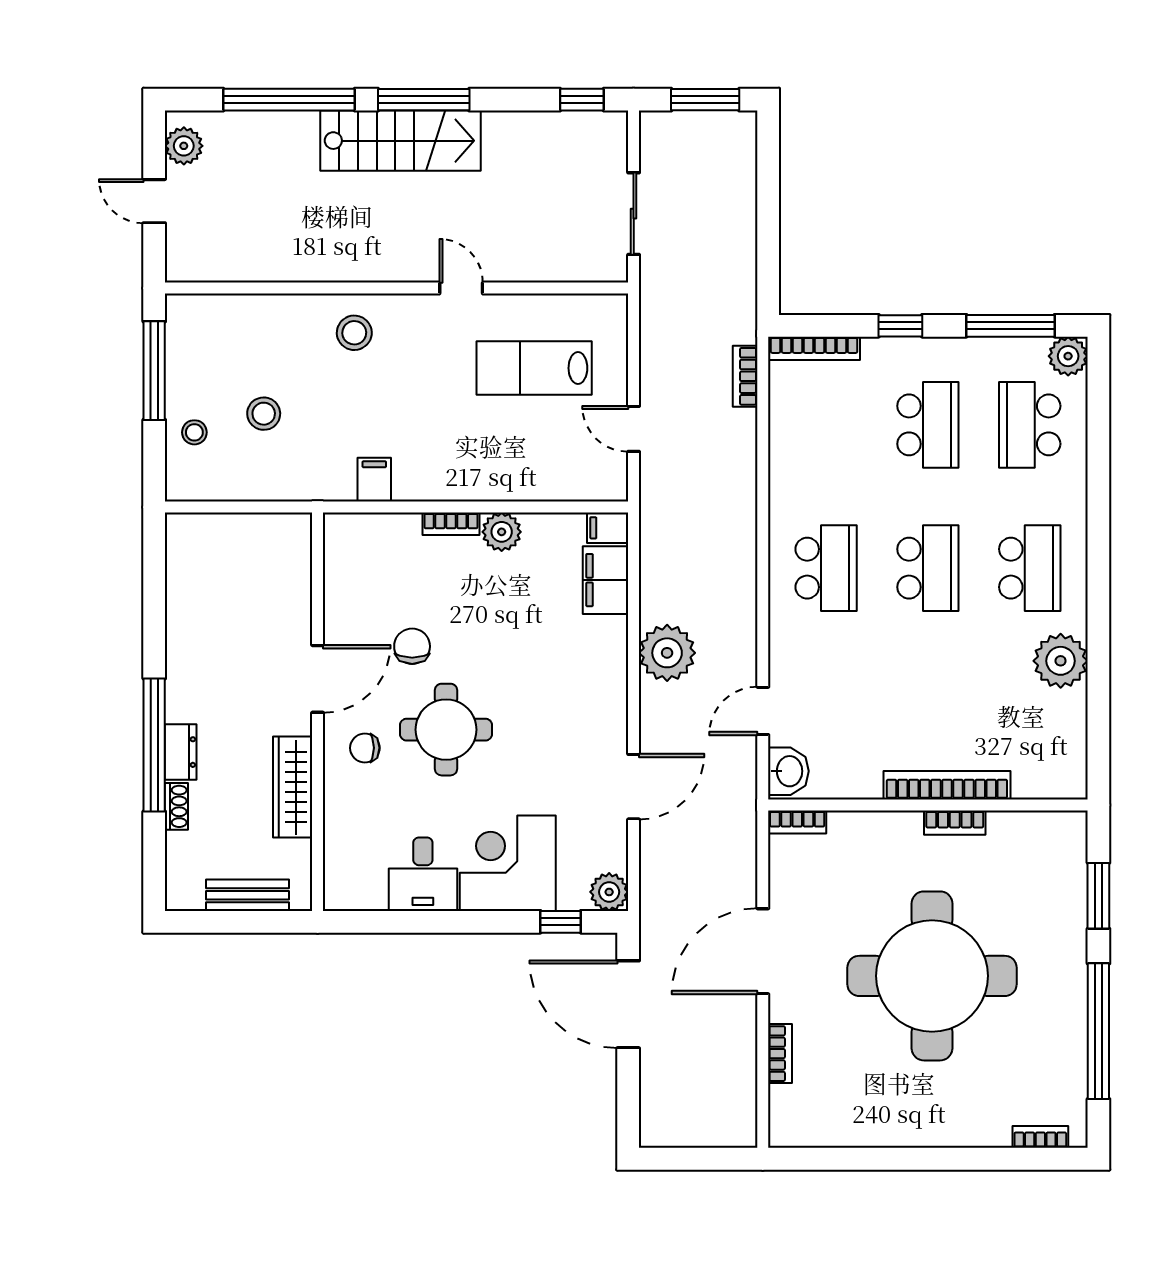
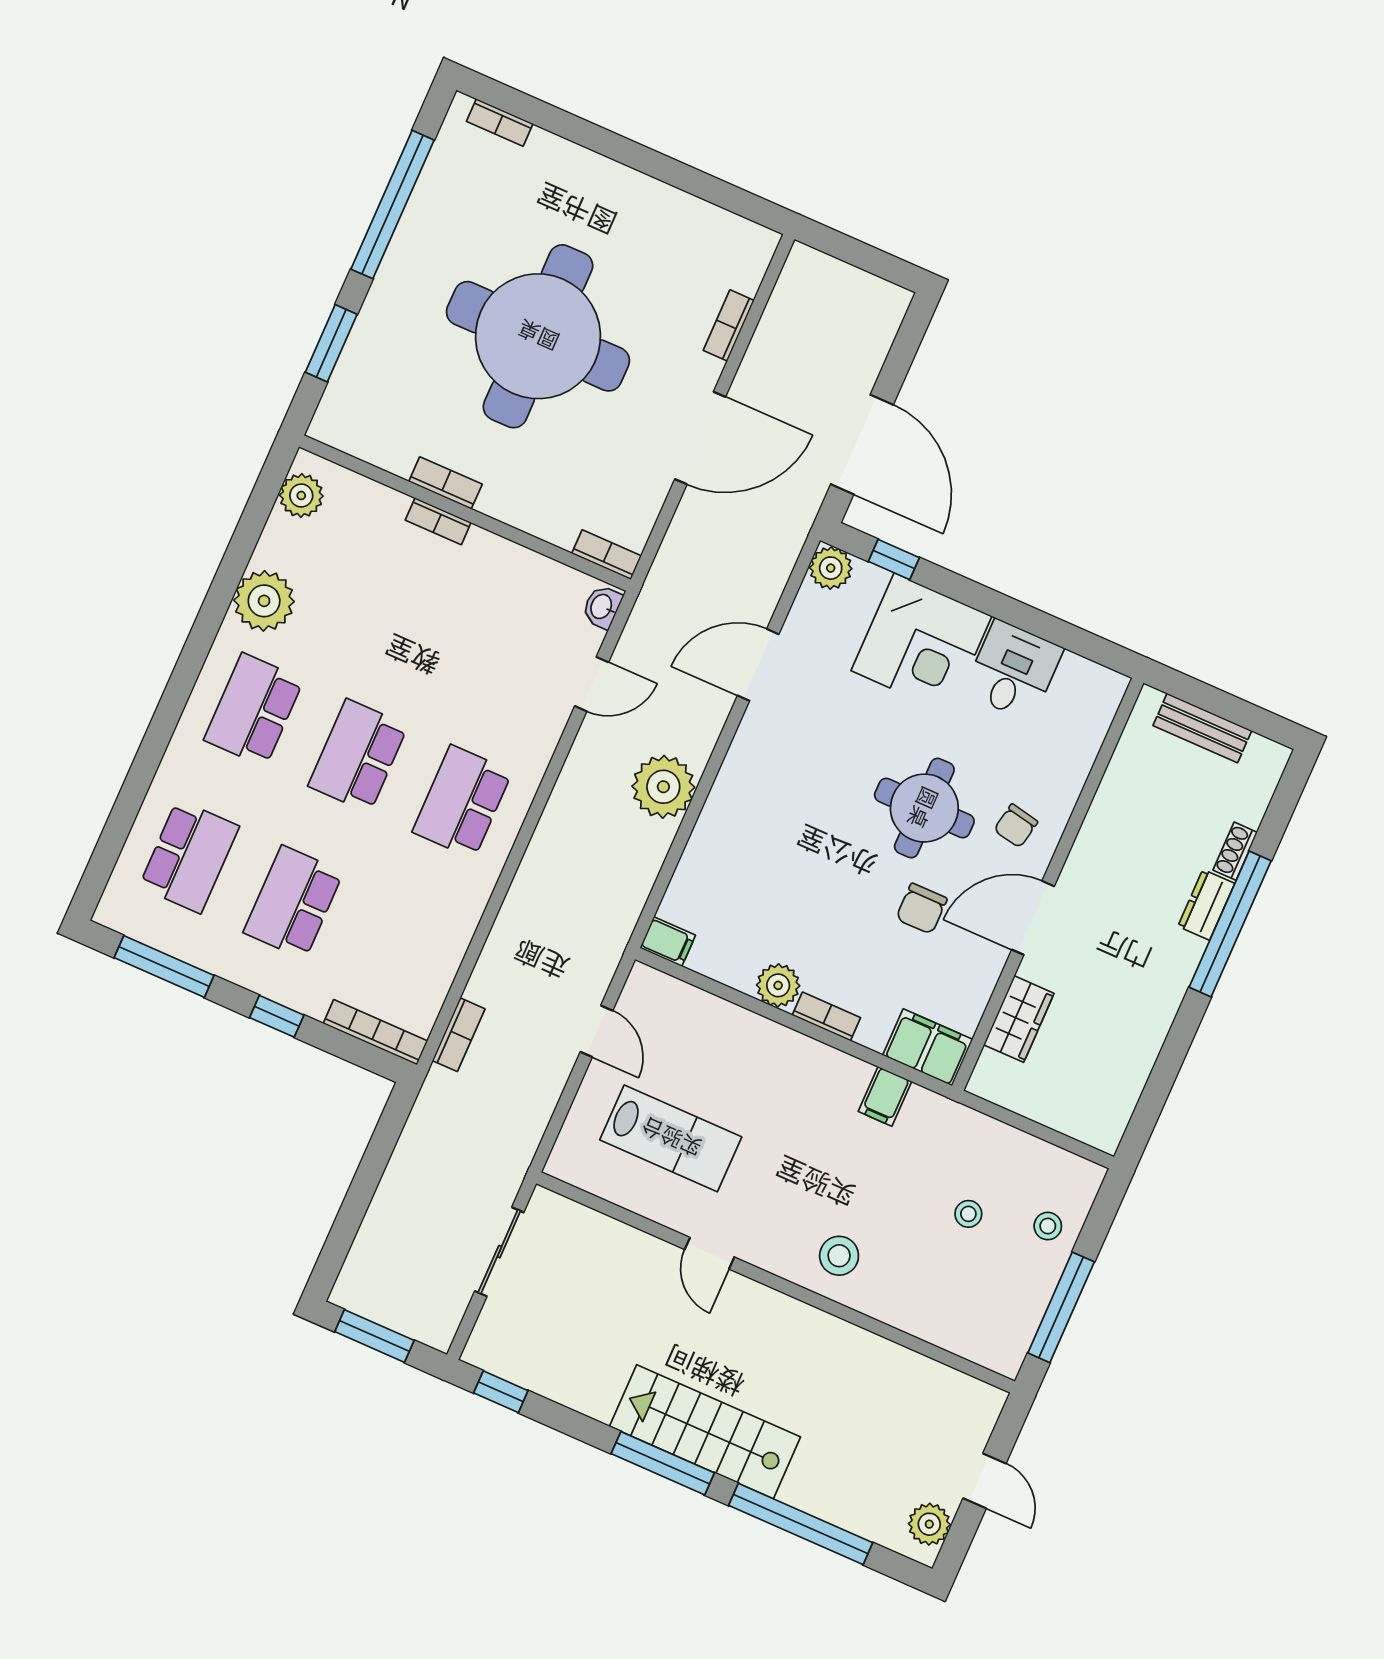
plant: (1068, 356) -> (301, 496), moved
stool: (264, 414) -> (968, 1214), width x0.73, depth x0.73
filing cabinet: (605, 580) -> (928, 1047), moved, turned -90
chair: (365, 748) -> (1016, 826), turned 101
washbasin: (788, 771) -> (602, 607), width x0.72, depth x0.69
bookcase: (947, 785) -> (438, 521), width x0.43, depth x0.76
wardrobe: (293, 787) -> (1019, 1019), moved, width x0.67

